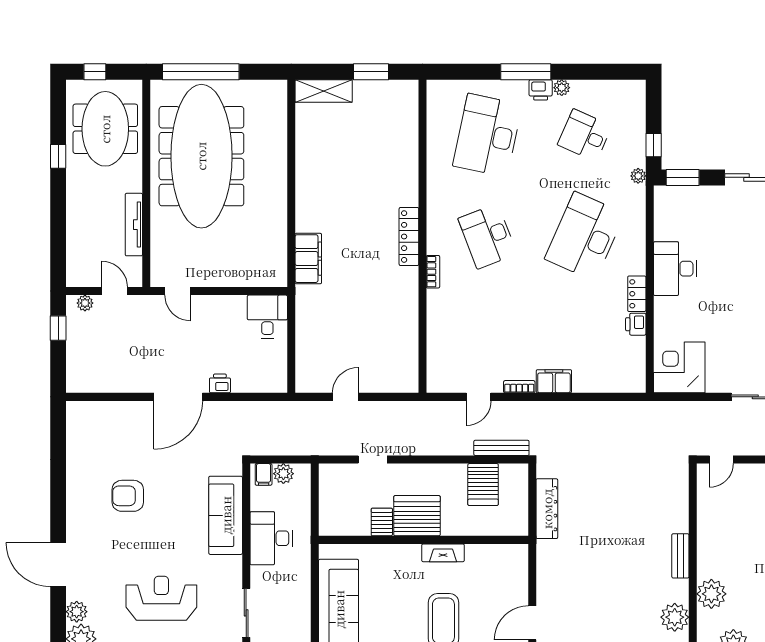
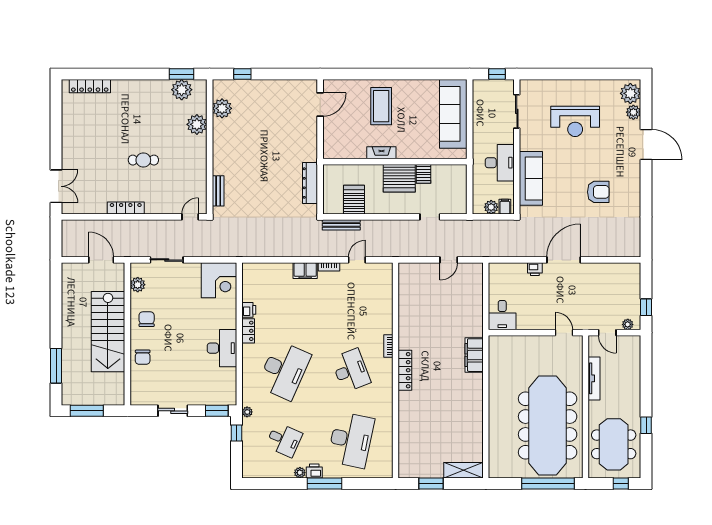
bench: (680, 556) -> (218, 191), moved

